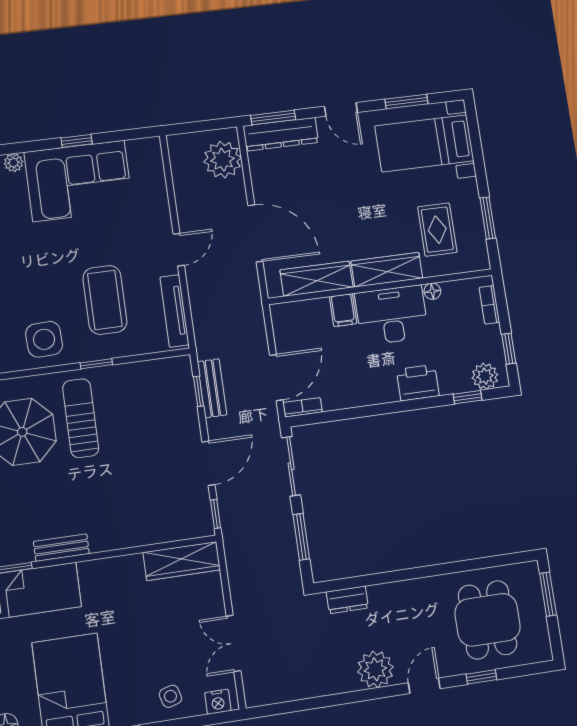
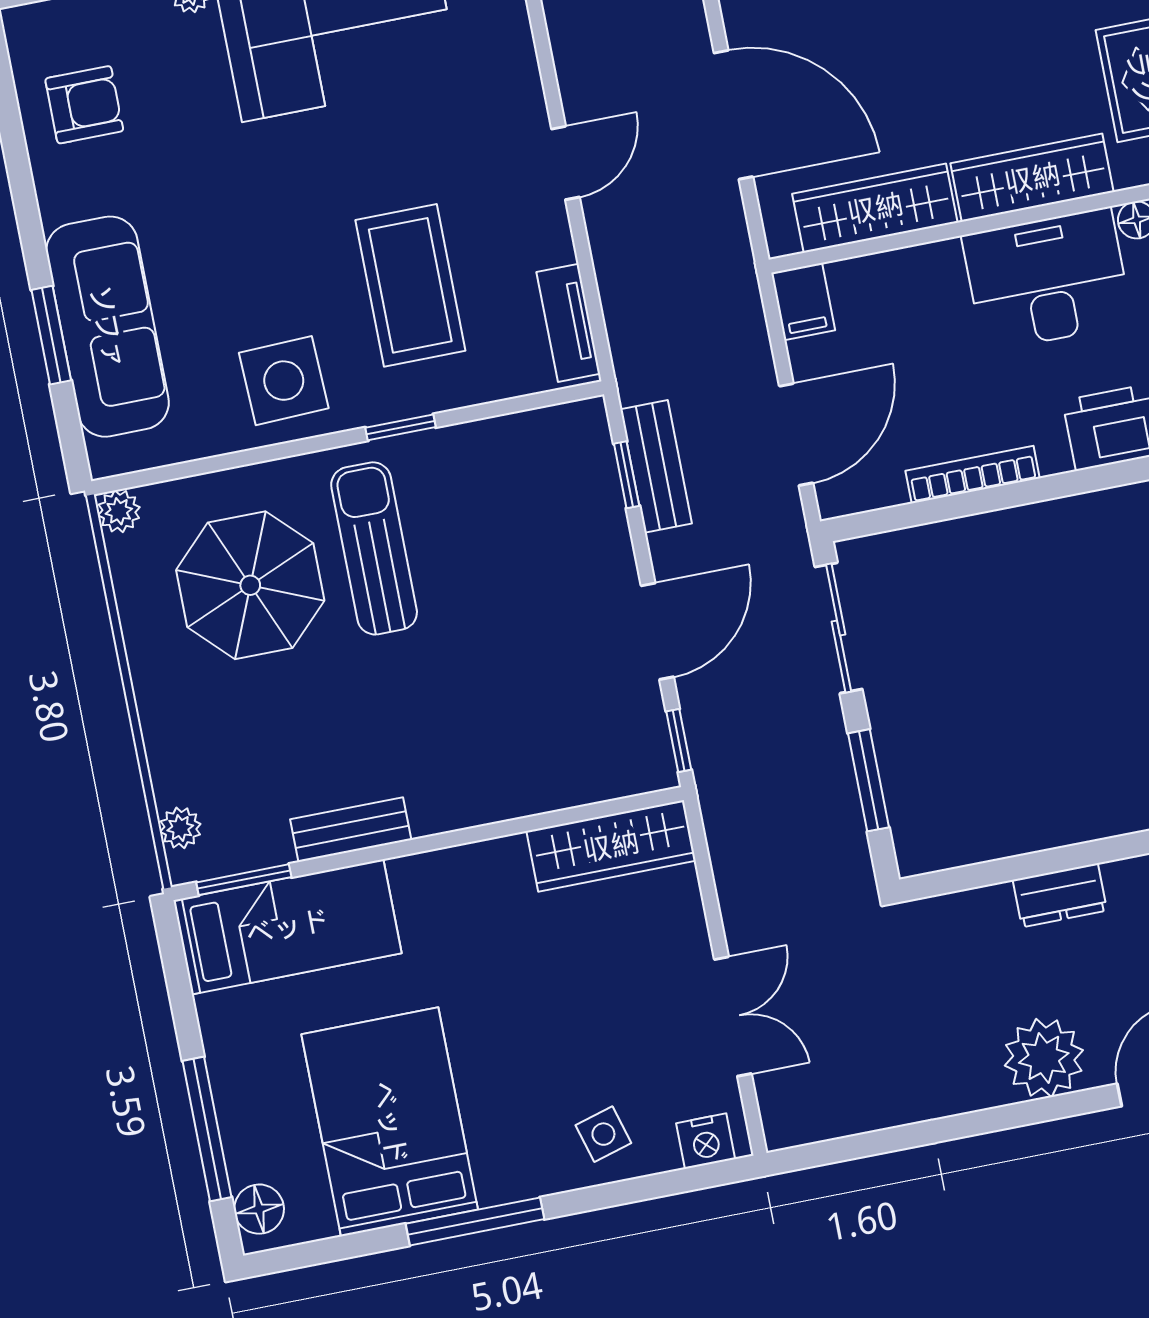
filing cabinet: (343, 310) -> (803, 301), moved
tv unit: (174, 311) -> (568, 323), width x0.71
bookcase: (303, 407) -> (973, 475), moved, width x1.56
dresser: (347, 600) -> (1060, 895), moved
double door: (234, 643) -> (733, 1016), swing flipped

